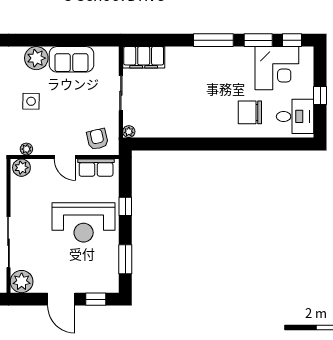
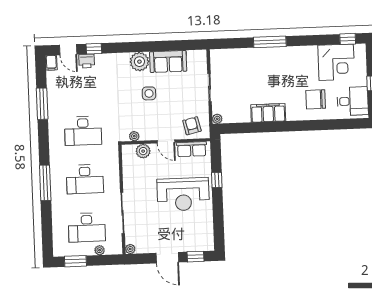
window: (213, 40) -> (270, 42), moved
window: (258, 40) -> (320, 40), removed
filing cabinet: (144, 57) -> (268, 113), moved, turned 180
side table: (31, 101) -> (149, 93), moved
plant: (21, 168) -> (143, 151), moved
window: (125, 259) -> (218, 223), removed
plant: (22, 282) -> (130, 249), width x0.53, depth x0.53

